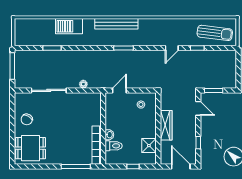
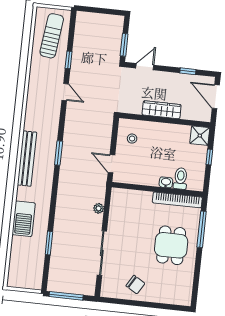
shower: (149, 146) -> (200, 136), moved
dining table: (31, 148) -> (171, 245), moved
door: (181, 167) -> (216, 97), hinge flipped

